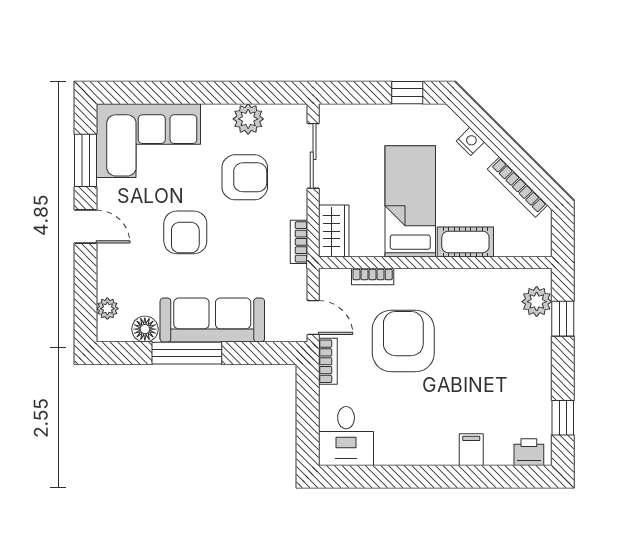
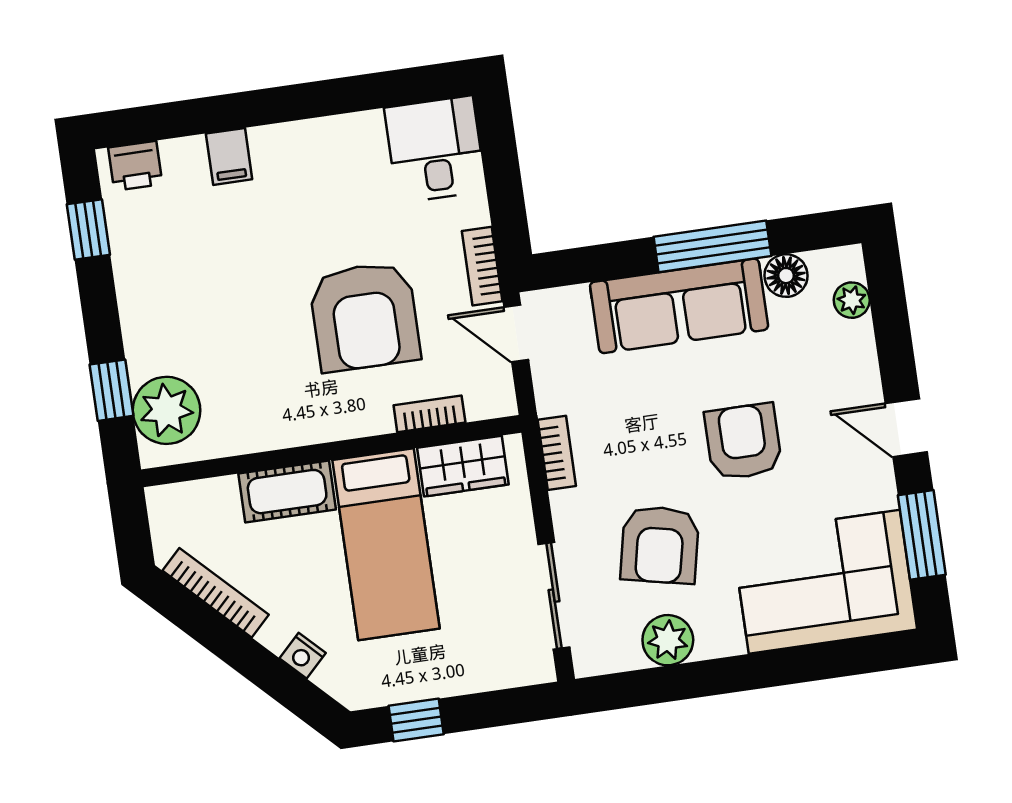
armchair: (245, 177) -> (660, 545), turned -78
wardrobe: (334, 231) -> (463, 466), moved, turned -90
plant: (537, 302) -> (167, 410), width x1.36, depth x1.36

